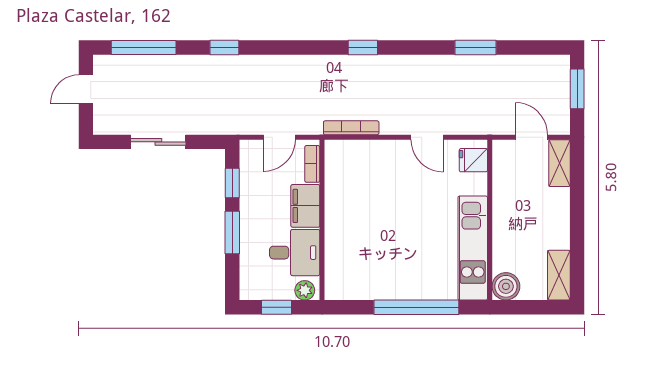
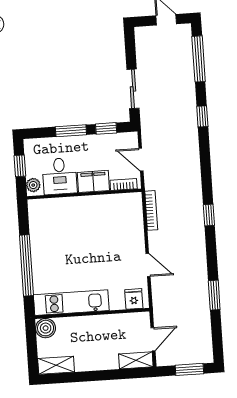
door: (427, 137) -> (148, 265), swing flipped
sliding door: (158, 142) -> (133, 89), moved

